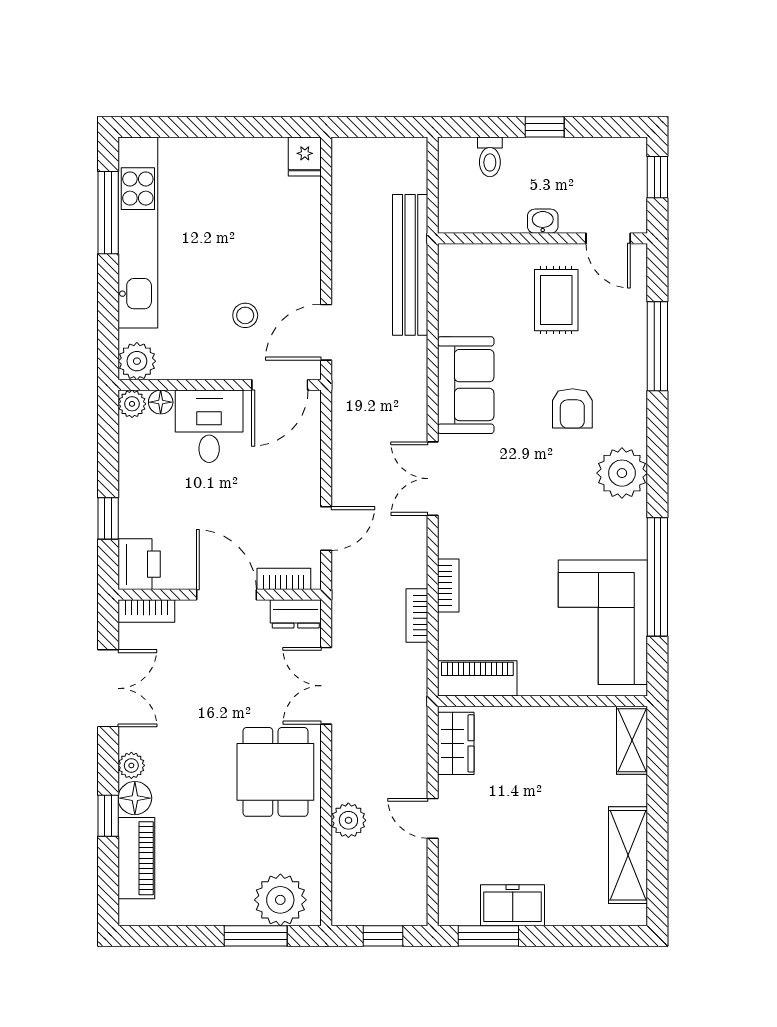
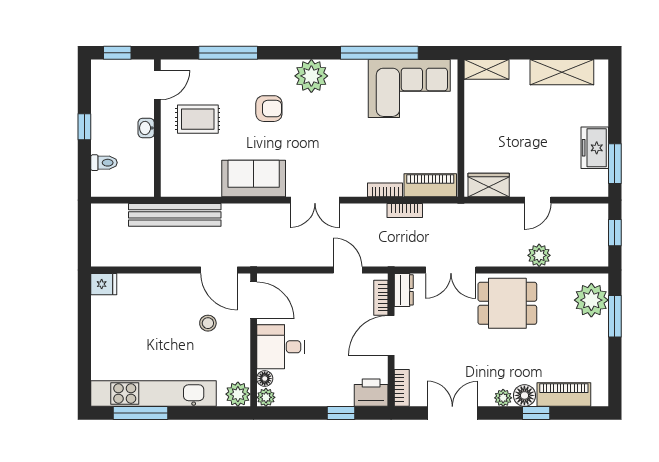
piano: (477, 678) -> (430, 185), moved, turned 90

